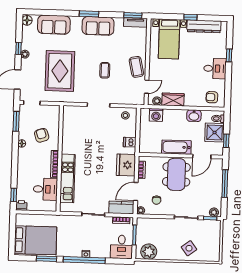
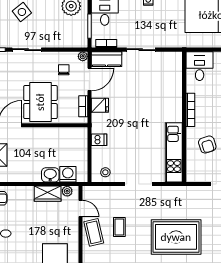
coffee table: (105, 70) -> (119, 227), moved
rug: (60, 71) -> (176, 237), moved, turned 90
door: (147, 87) -> (80, 208), swing flipped
washbasin: (194, 116) -> (50, 175), moved
bathtub: (176, 147) -> (41, 136), removed
fridge: (126, 165) -> (100, 105), width x0.53, depth x0.75
kitchen unit: (67, 178) -> (174, 152), moved
desk: (45, 189) -> (200, 66), moved, turned 90

